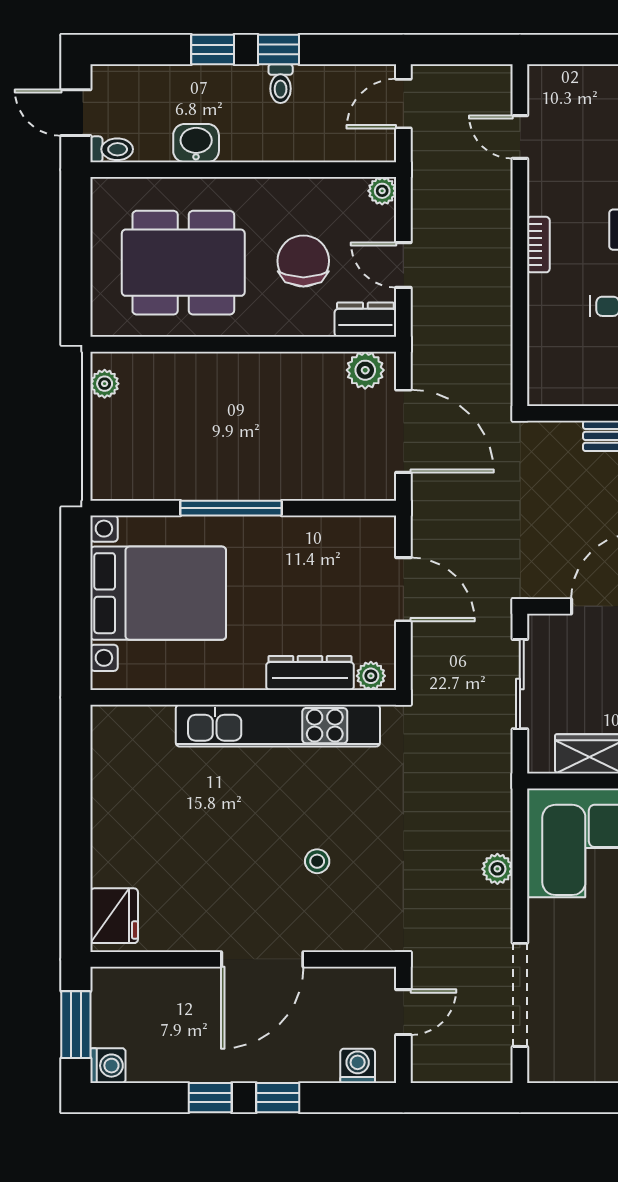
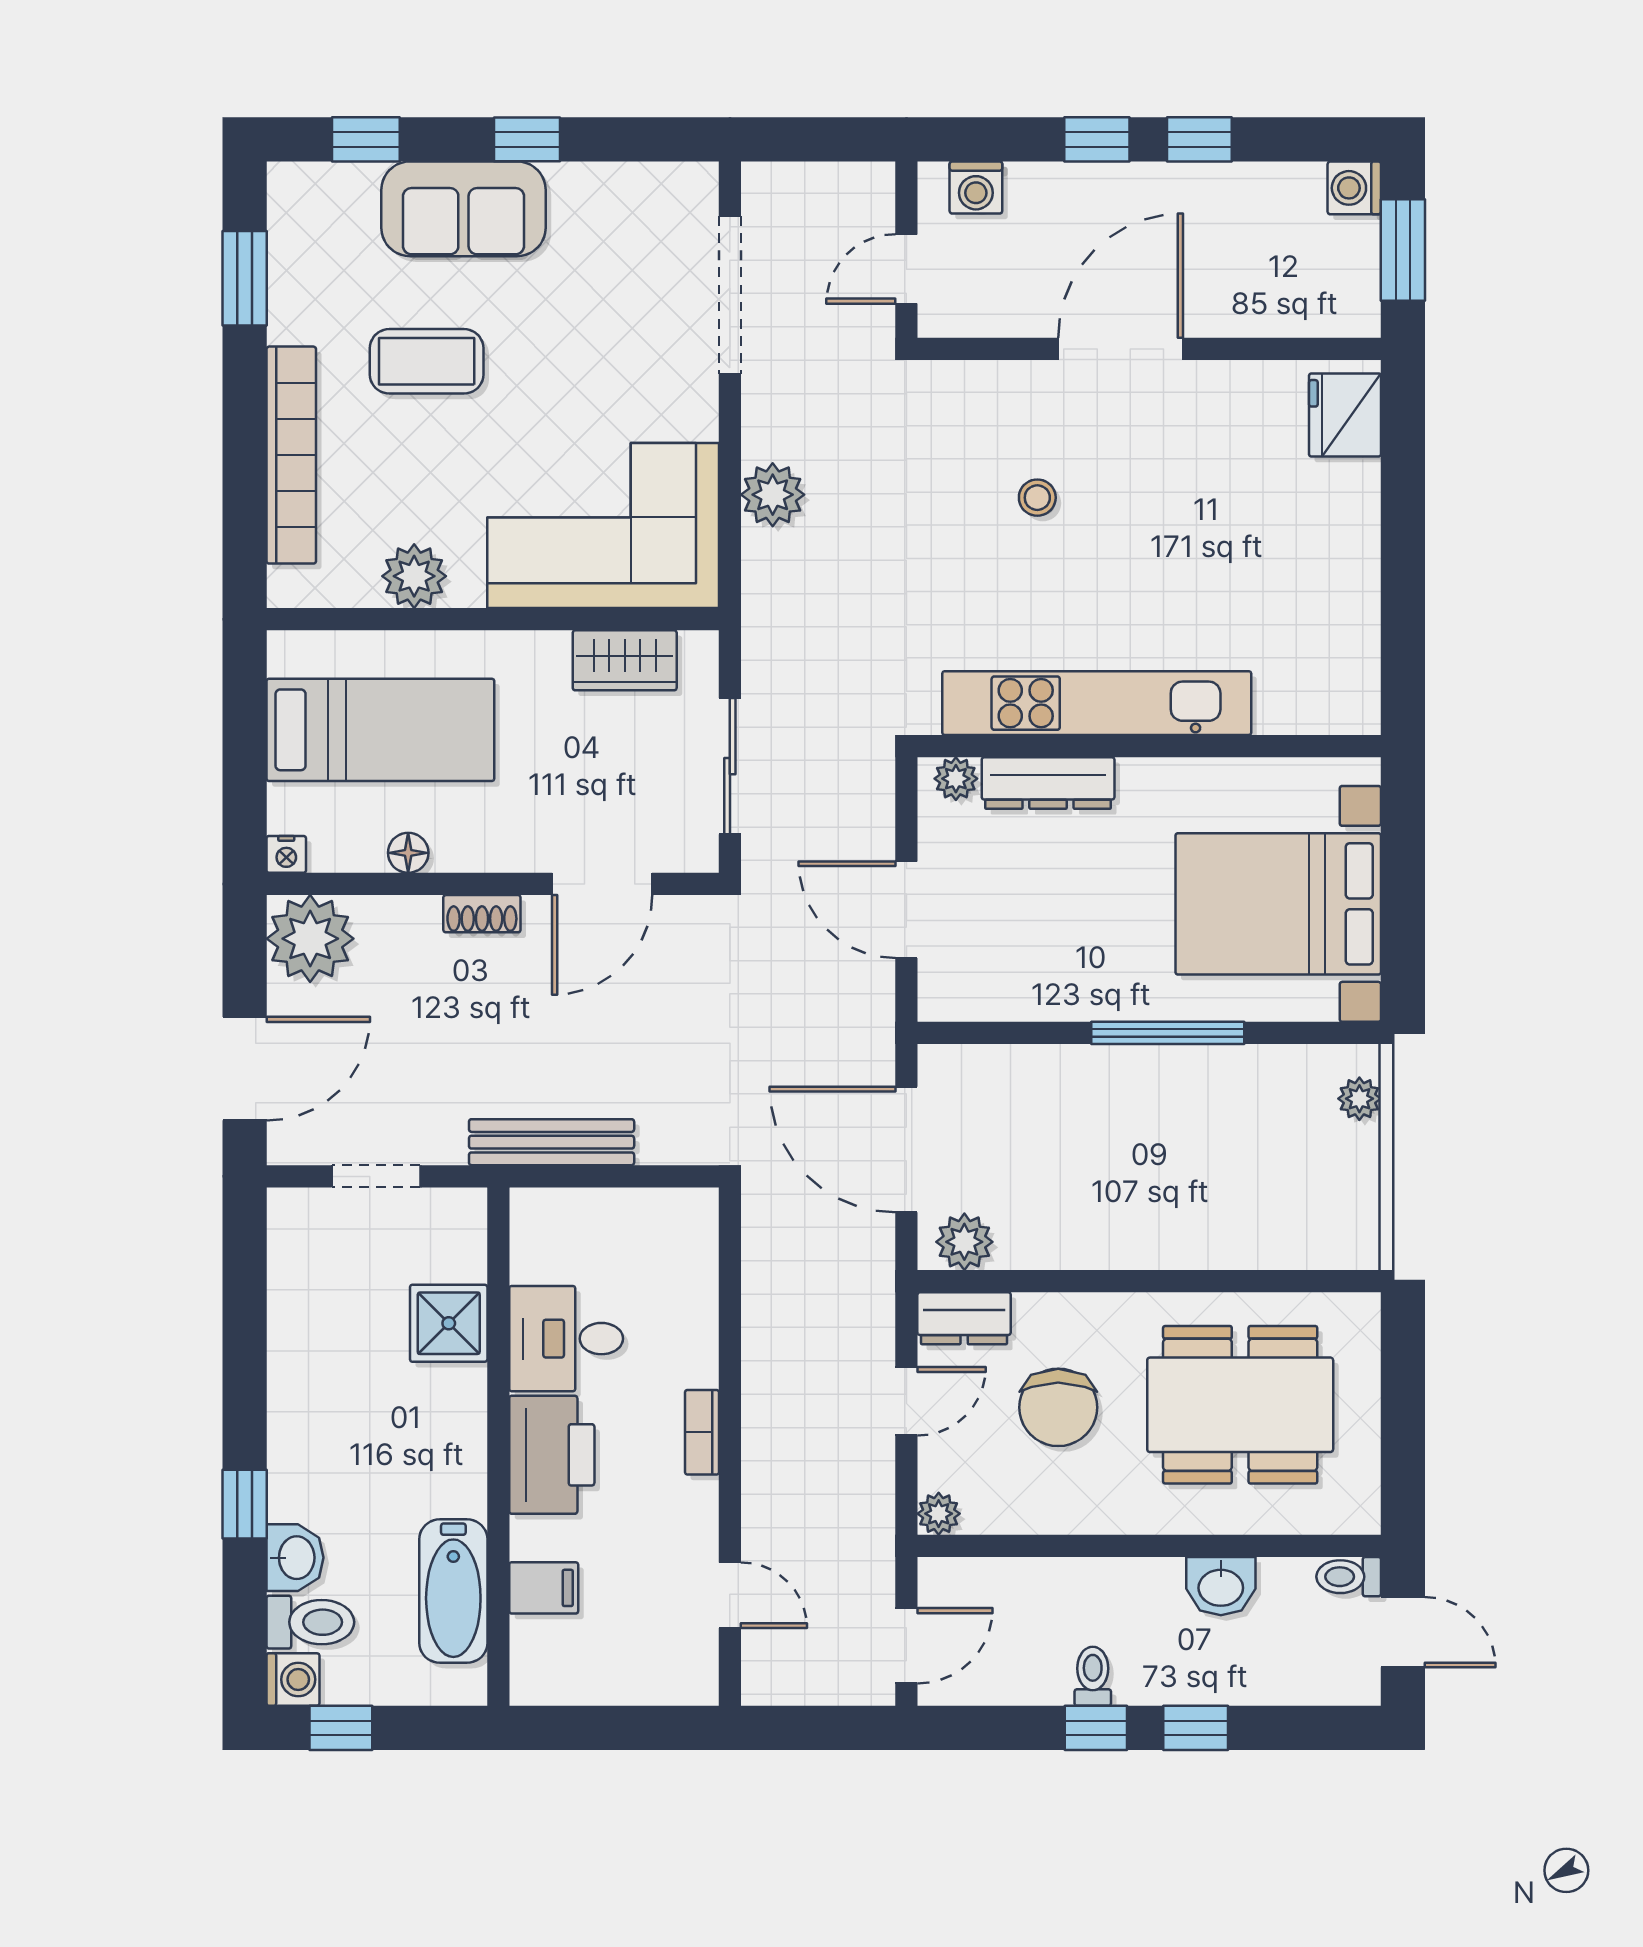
door: (403, 265) -> (906, 1401), hinge flipped
plant: (105, 384) -> (1359, 1099), moved
plant: (497, 869) -> (773, 495), width x1.38, depth x1.38

